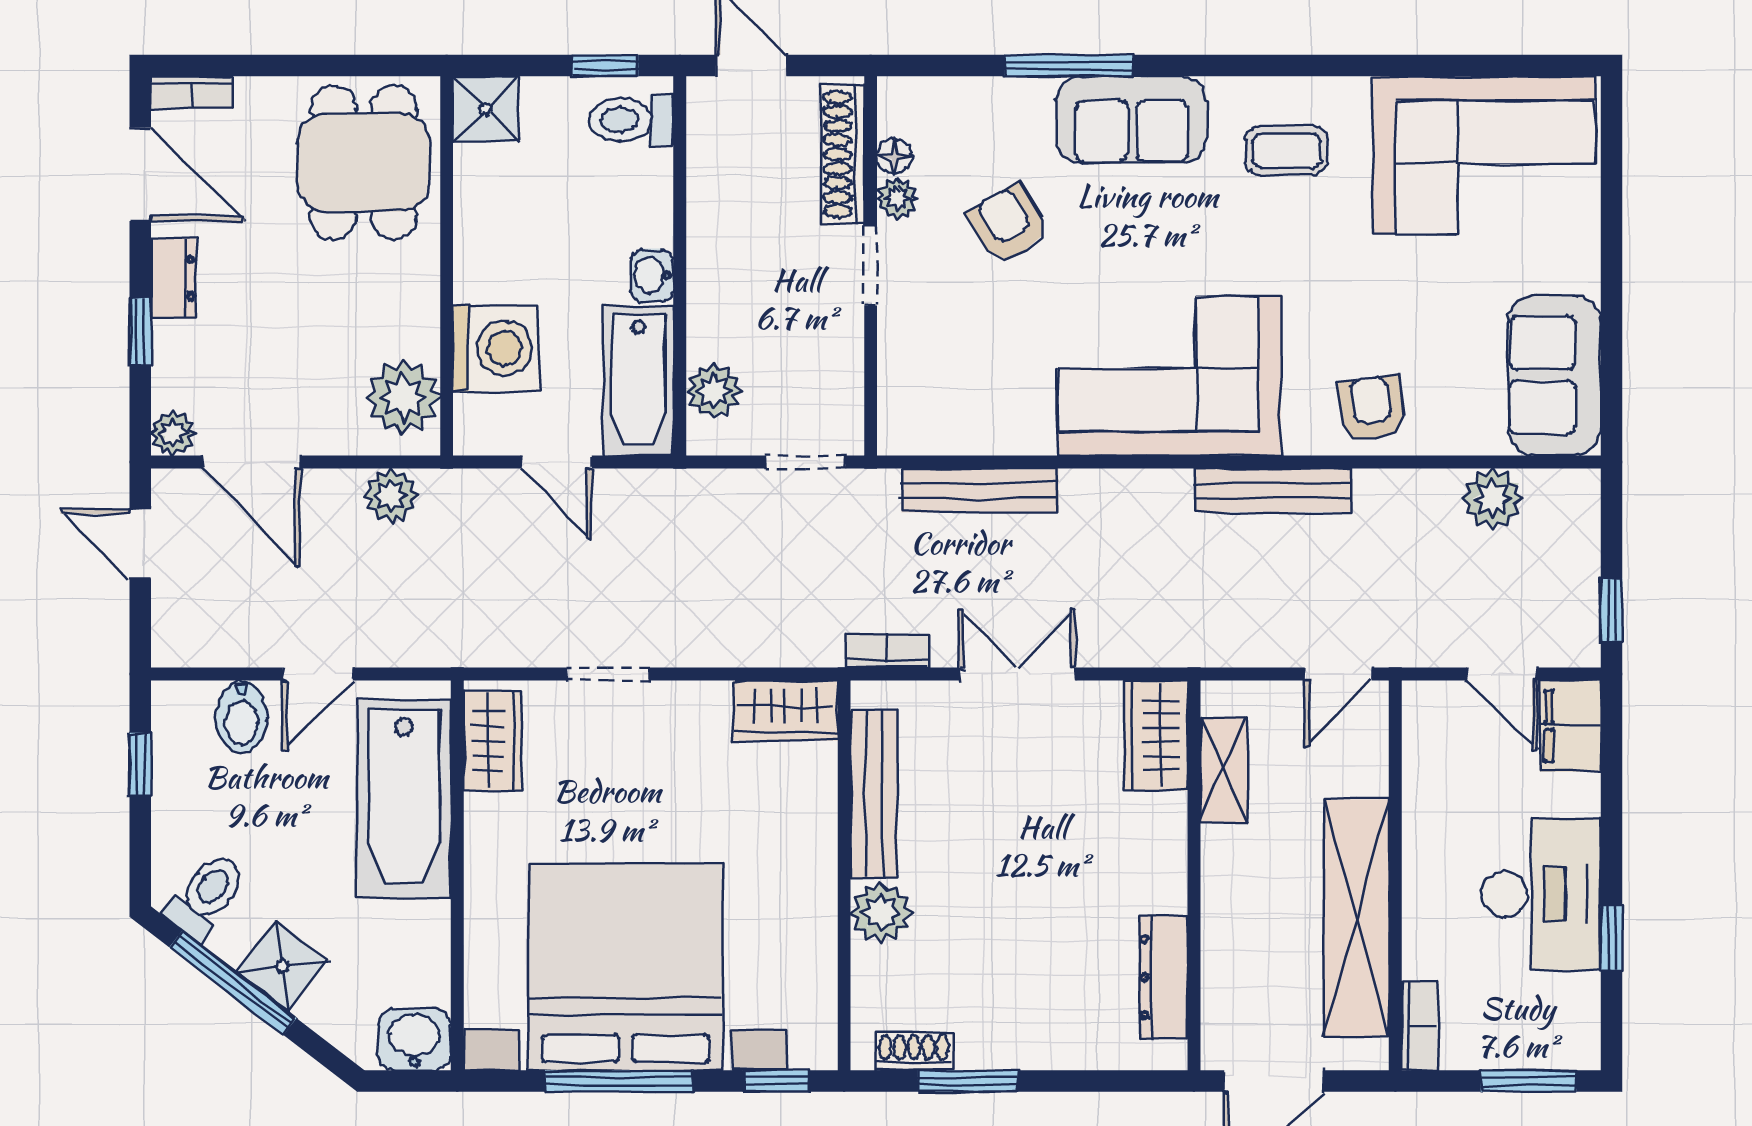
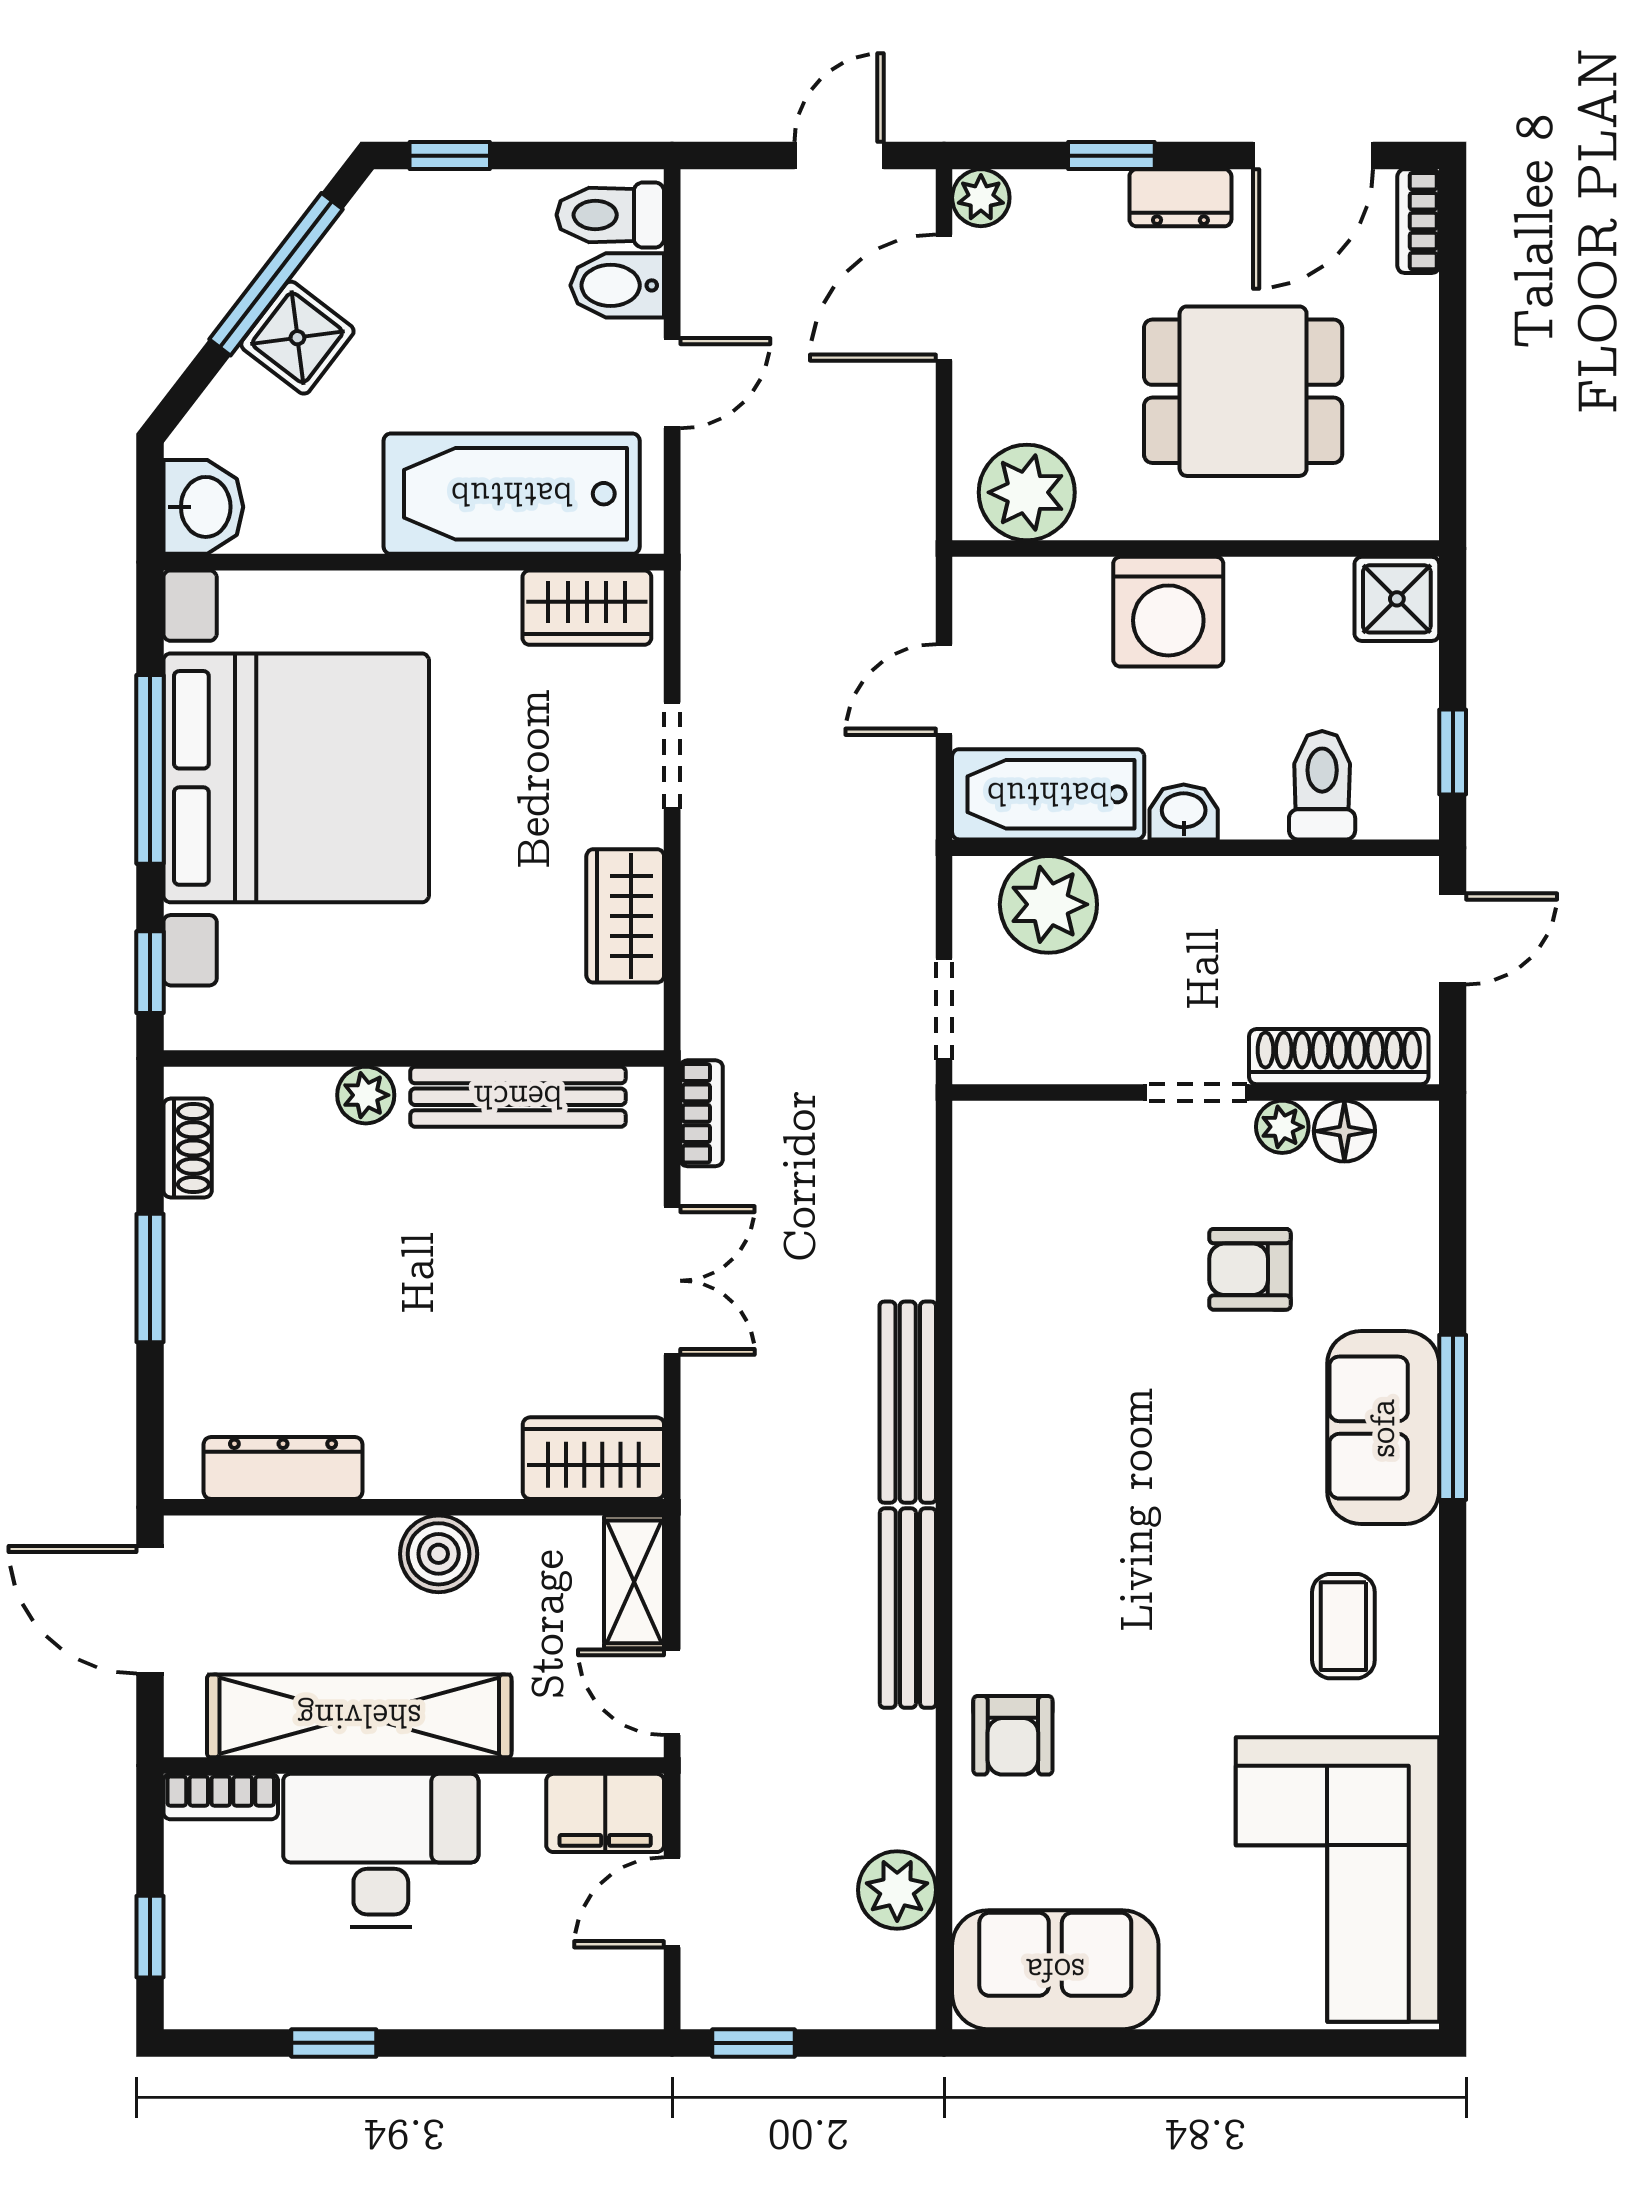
window: (1069, 66) -> (1453, 1417), moved
toilet: (631, 120) -> (1322, 785), moved
floor lamp: (894, 156) -> (1344, 1131), width x1.37, depth x1.37
dining table: (364, 163) -> (1243, 391), moved
armchair: (1008, 224) -> (1250, 1269), turned -149
washing machine: (496, 348) -> (1168, 612), moved
corner sofa: (1169, 376) -> (1054, 1476), removed
plant: (714, 391) -> (1048, 904), width x1.36, depth x1.36
armchair: (1372, 408) -> (1013, 1735), turned 98
bench: (980, 490) -> (908, 1402), moved
plant: (391, 495) -> (901, 477), removed
door: (318, 674) -> (672, 383), swing flipped
wardrobe: (786, 711) -> (625, 916), moved
filing cabinet: (1570, 726) -> (605, 1813), moved, turned 180
window: (140, 764) -> (450, 156), moved
shelving: (1224, 770) -> (634, 1582), moved, turned 90
boiler: (1230, 856) -> (439, 1554), added
desk: (1541, 894) -> (381, 1850), moved, turned 180
toilet: (206, 896) -> (610, 215), moved, turned 142
plant: (881, 913) -> (366, 1095), width x0.73, depth x0.73
window: (968, 1081) -> (150, 1278), moved
window: (1529, 1081) -> (150, 1937), width x0.67

